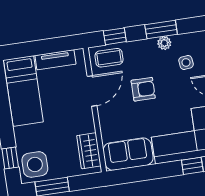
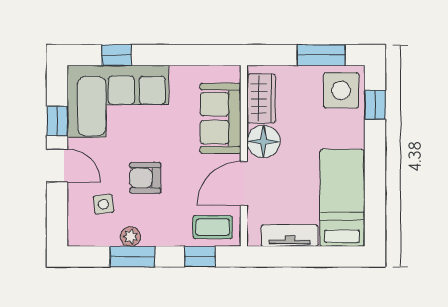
armchair: (143, 89) -> (145, 178), moved
floor lamp: (83, 122) -> (263, 141), added
sofa: (128, 154) -> (221, 118), moved, turned 90

